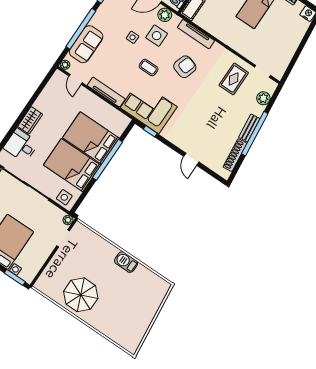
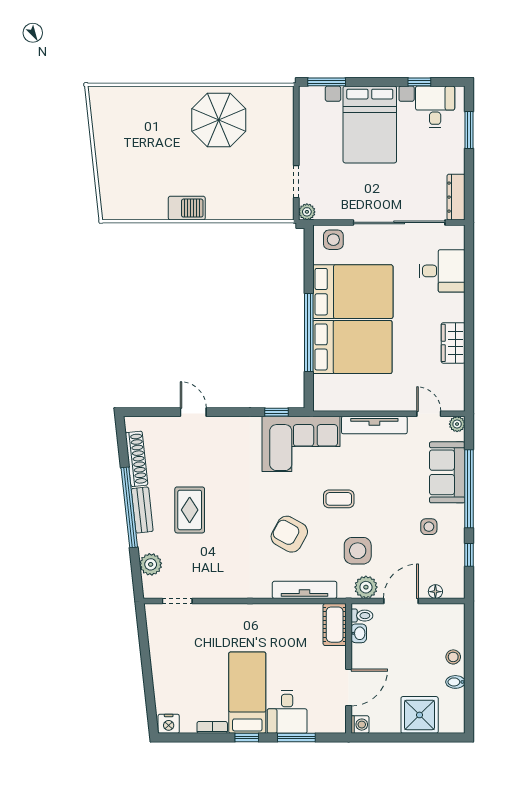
side table: (133, 37) -> (429, 527), moved
armchair: (185, 67) -> (289, 534), turned 102
rug: (234, 79) -> (190, 510), moved
wardrobe: (30, 120) -> (453, 343), moved

